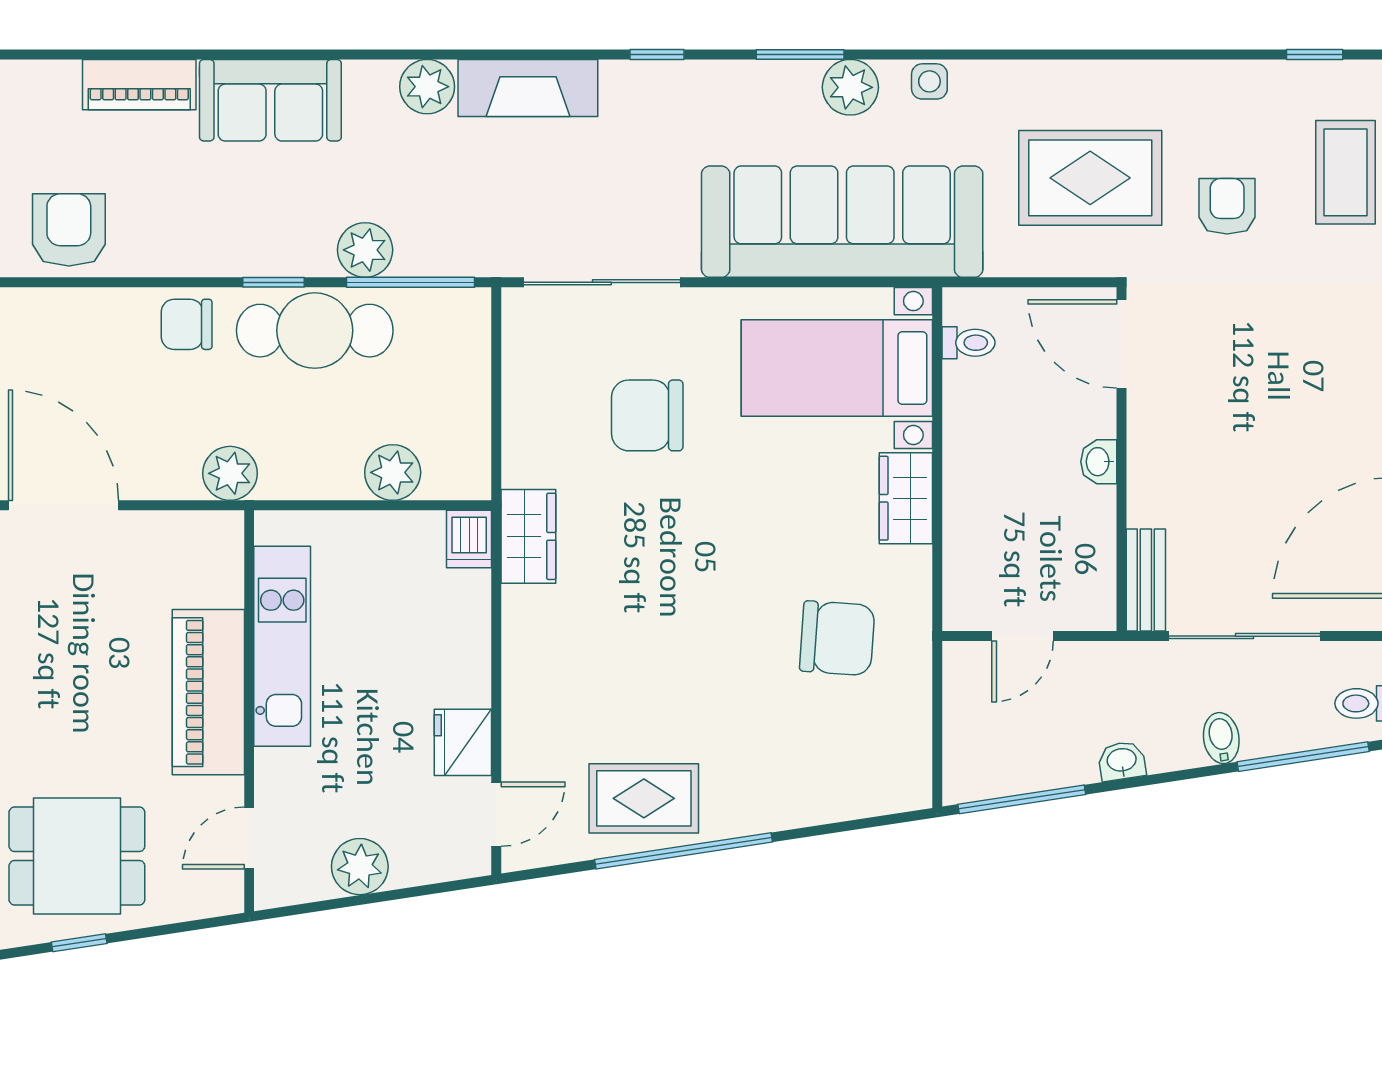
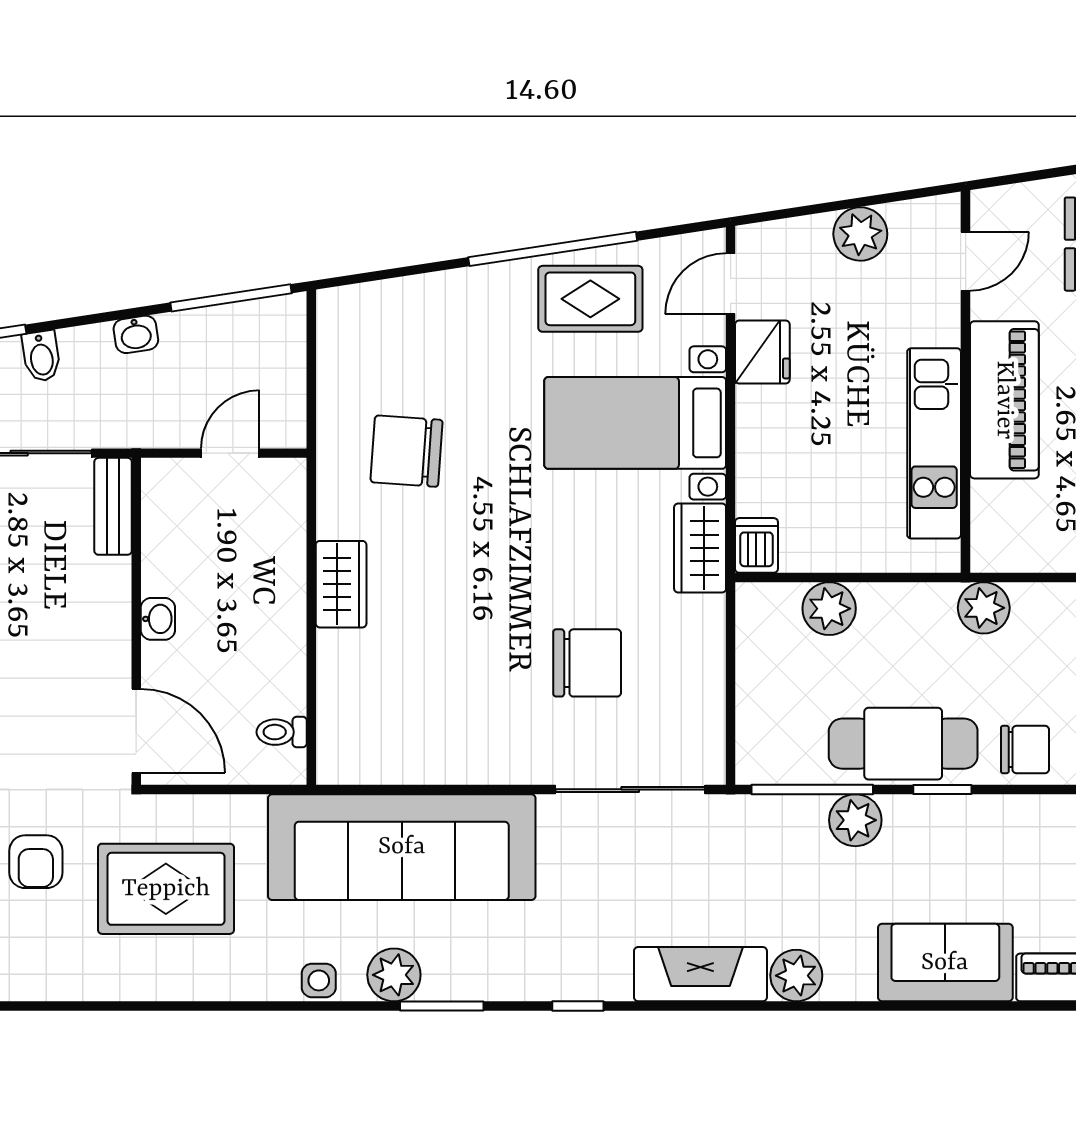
bed with nightstands: (837, 368) -> (635, 423), moved, turned 180

